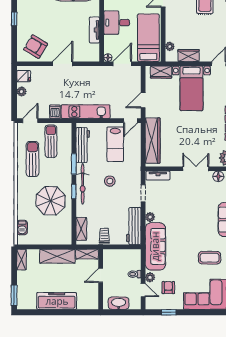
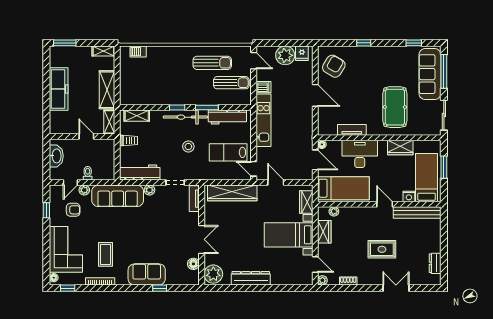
desk: (117, 23) -> (360, 154), width x1.37
plant: (22, 92) -> (285, 55), width x1.88, depth x1.88
parasol: (51, 201) -> (167, 82), removed

